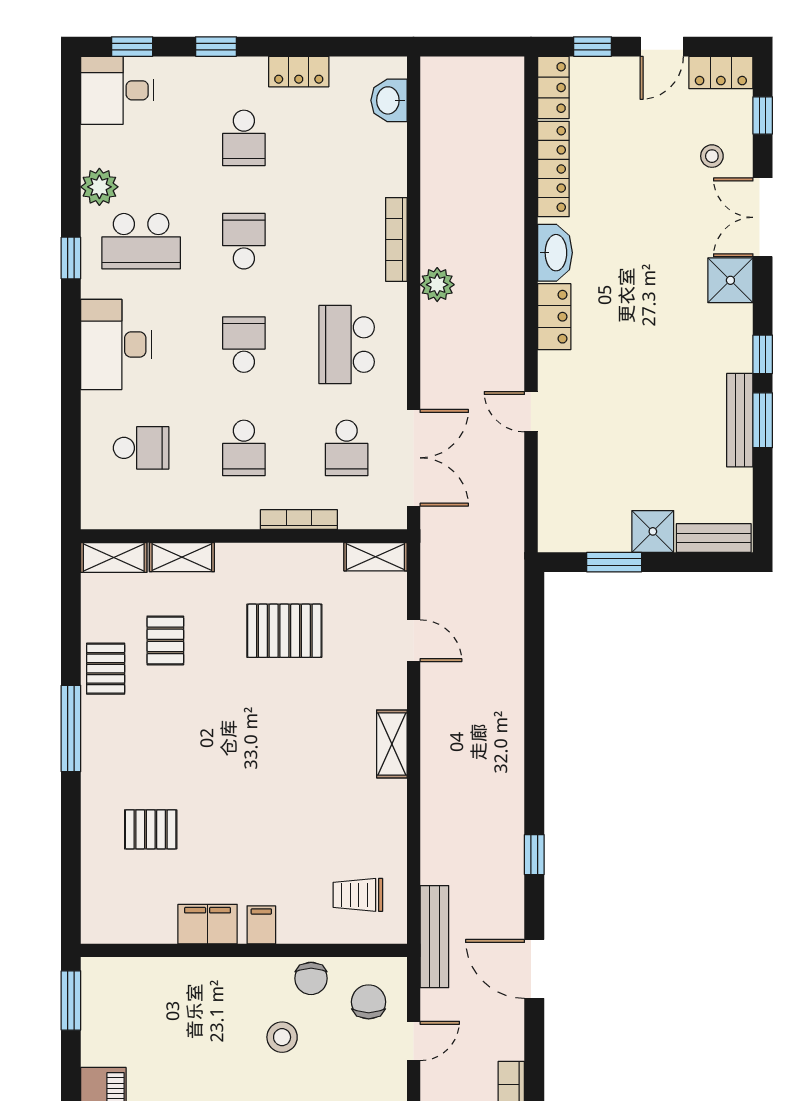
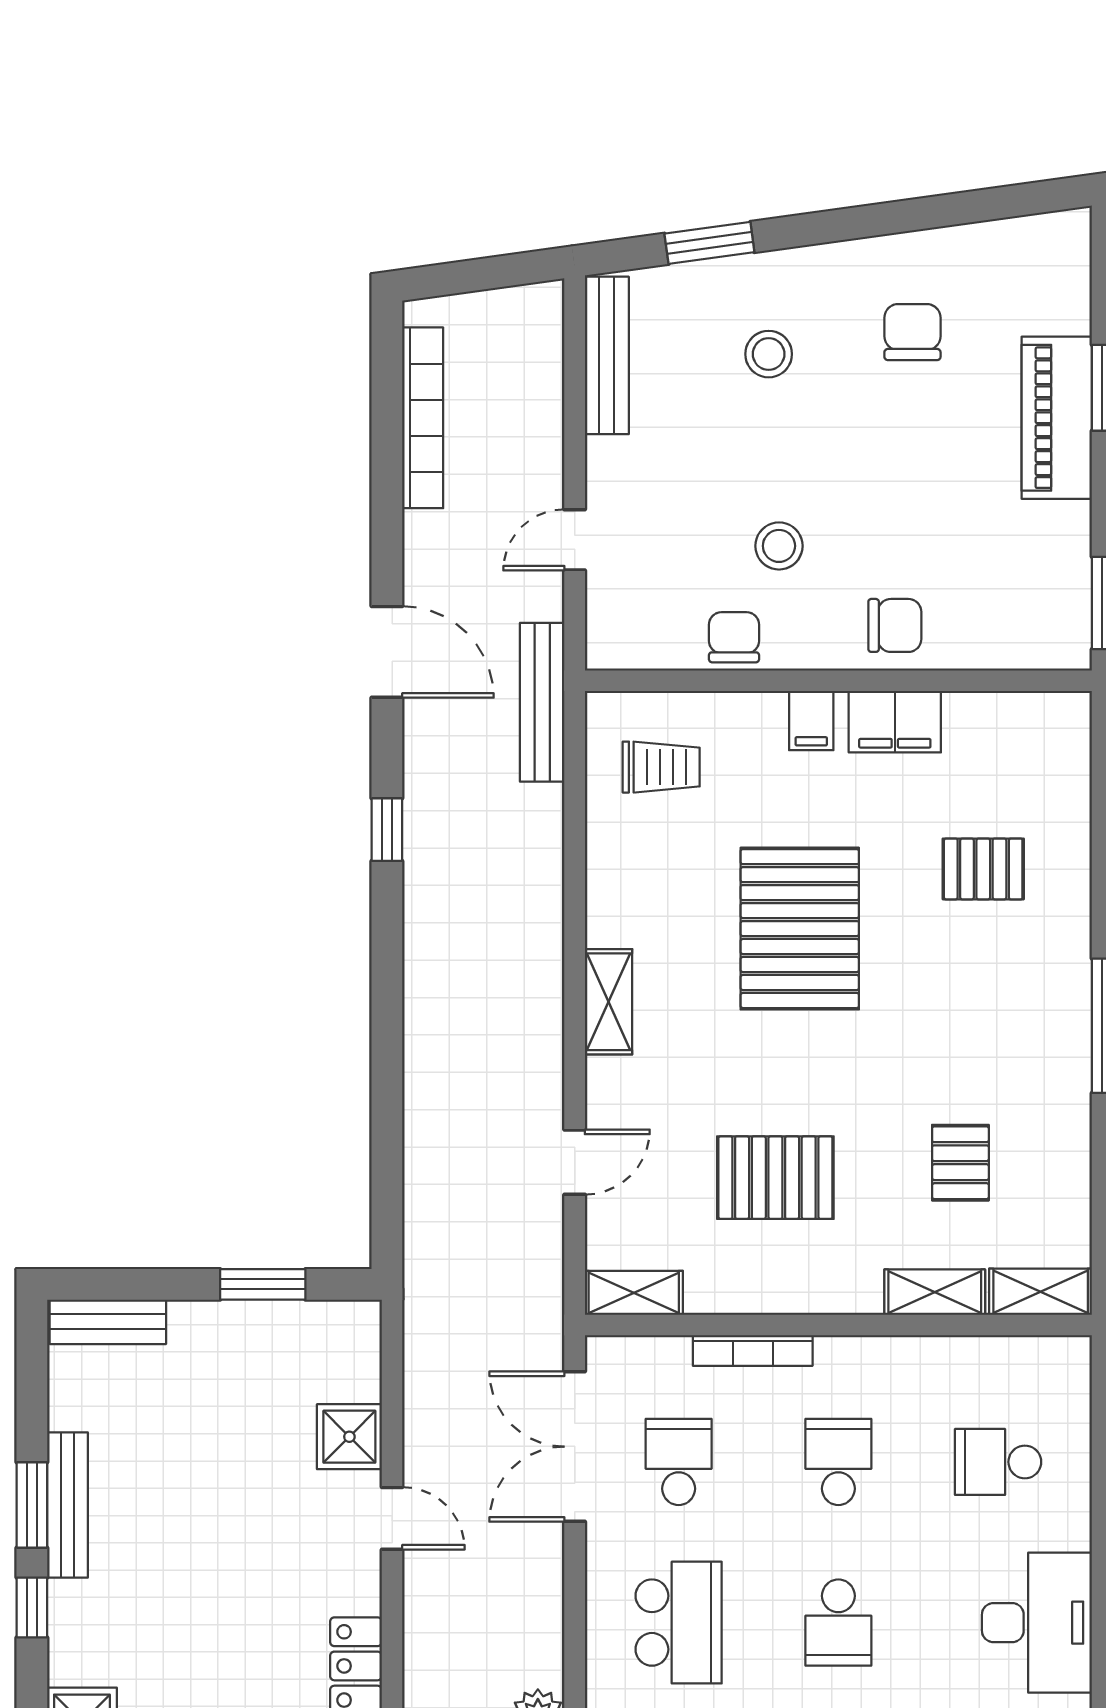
shower: (653, 531) -> (349, 1437), moved
door: (414, 641) -> (575, 1162), swing flipped
pallet: (106, 669) -> (800, 929), moved, width x2.05, depth x2.00
chair: (369, 1002) -> (895, 625), moved, turned -90

